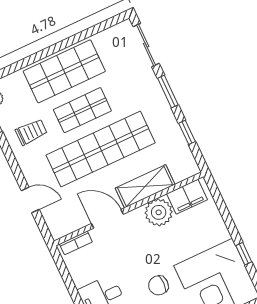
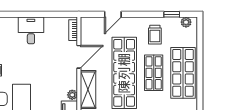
plant: (159, 212) -> (72, 95), width x0.53, depth x0.53
chair: (158, 285) -> (23, 69), removed

